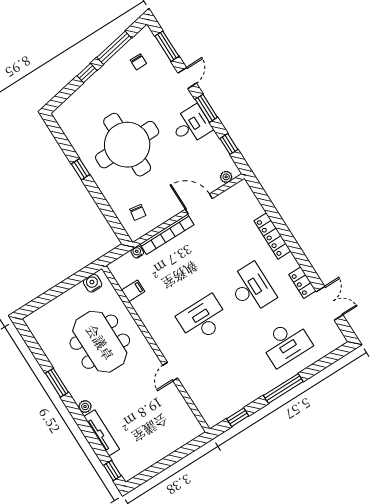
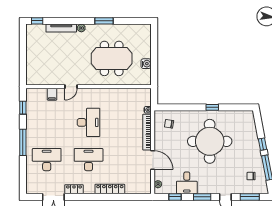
desk: (191, 125) -> (187, 183), moved
door: (199, 204) -> (153, 160), hinge flipped
water cooler: (93, 283) -> (146, 64), moved
desk: (251, 288) -> (89, 160), turned 180
filing cabinet: (133, 291) -> (52, 94), moved
desk: (286, 343) -> (47, 160), turned 90
door: (170, 372) -> (71, 87), swing flipped

